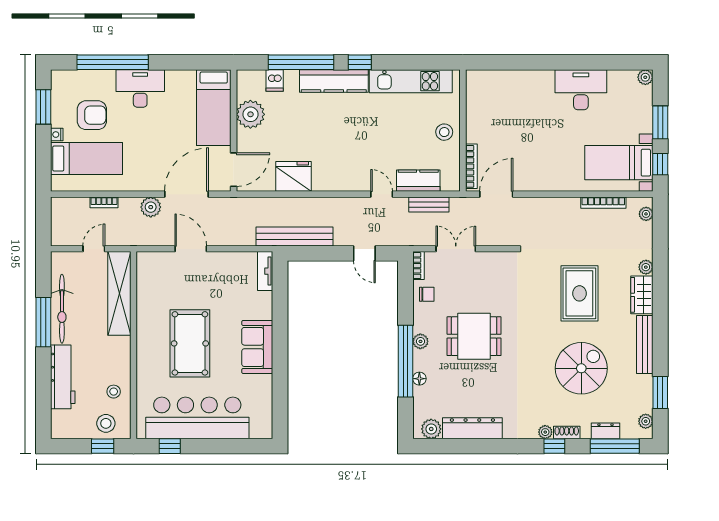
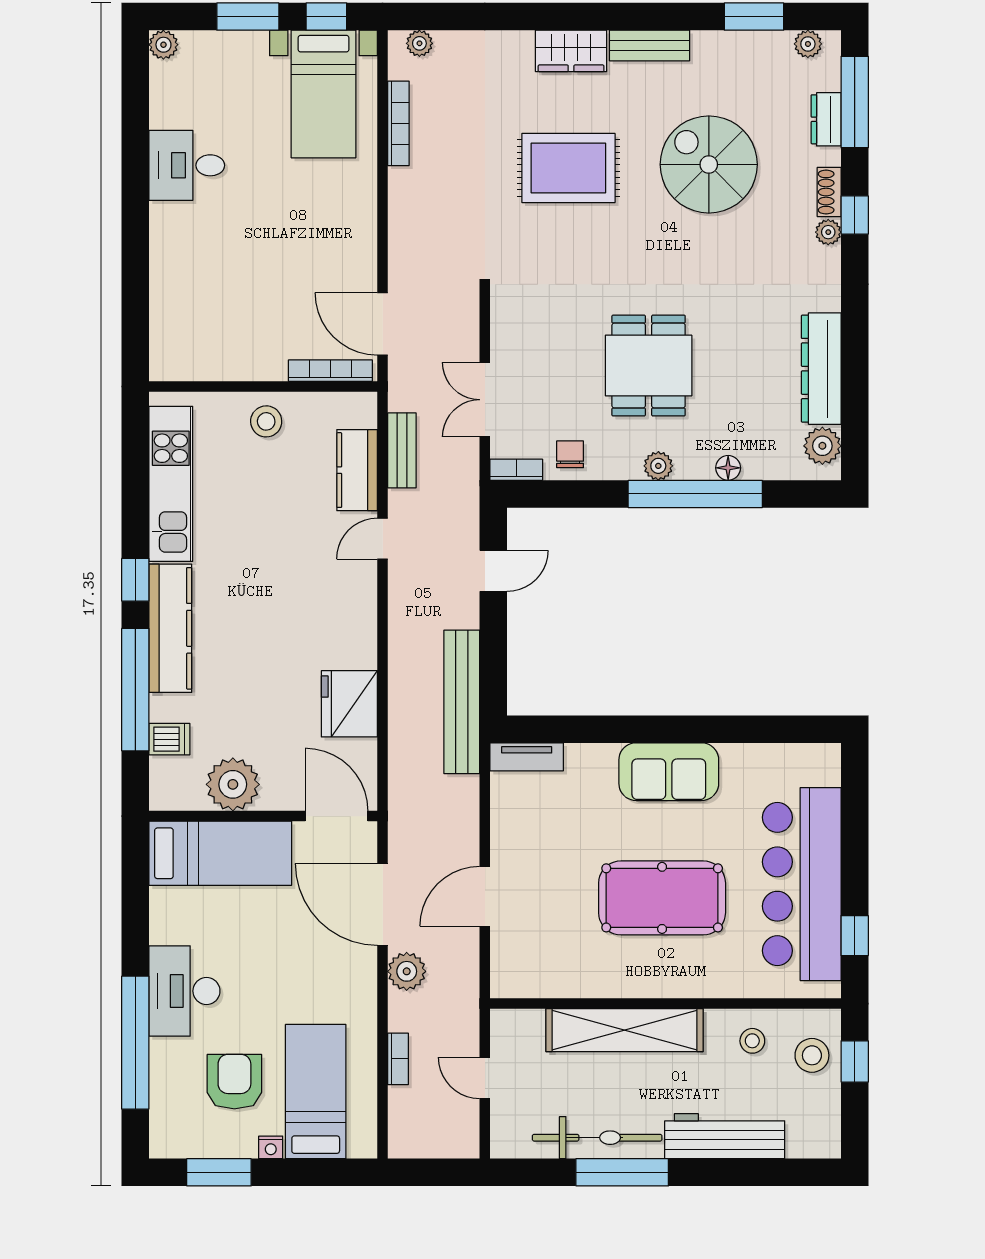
desk: (581, 90) -> (187, 165), width x0.73
plant: (646, 267) -> (519, 44), removed
shelving: (119, 293) -> (625, 1030), moved
bench: (645, 344) -> (649, 46), width x0.73

